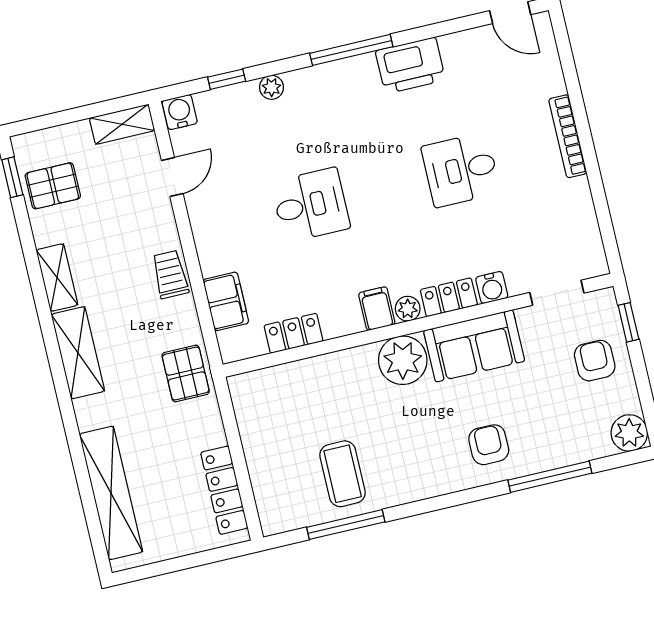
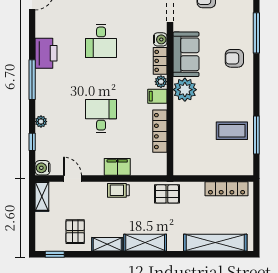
pallet: (53, 186) -> (75, 232), moved
filing cabinet: (226, 301) -> (117, 167), moved
locker: (294, 333) -> (160, 131), width x1.53

